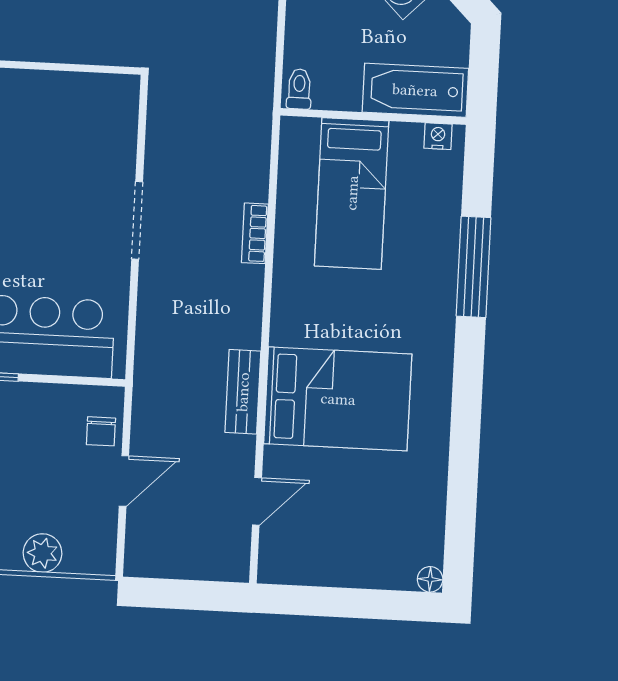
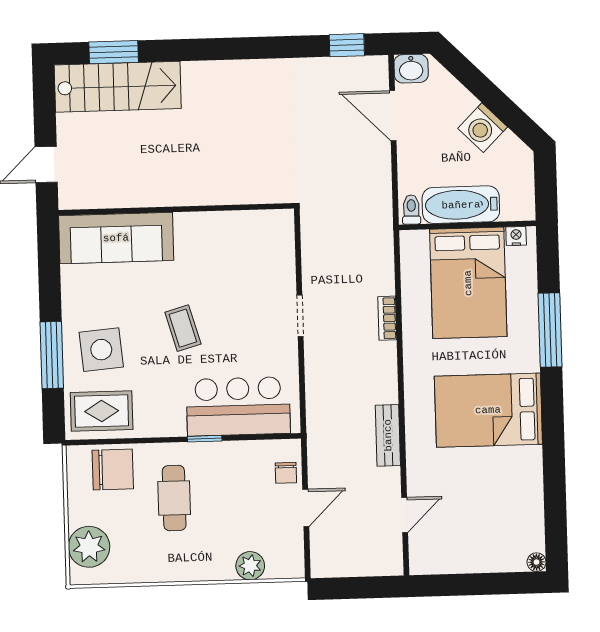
bathtub: (415, 90) -> (461, 205), moved
bed: (352, 193) -> (468, 283), width x1.50
doorway: (137, 220) -> (300, 316), width x0.73
bed: (338, 399) -> (488, 410), moved, turned 180

